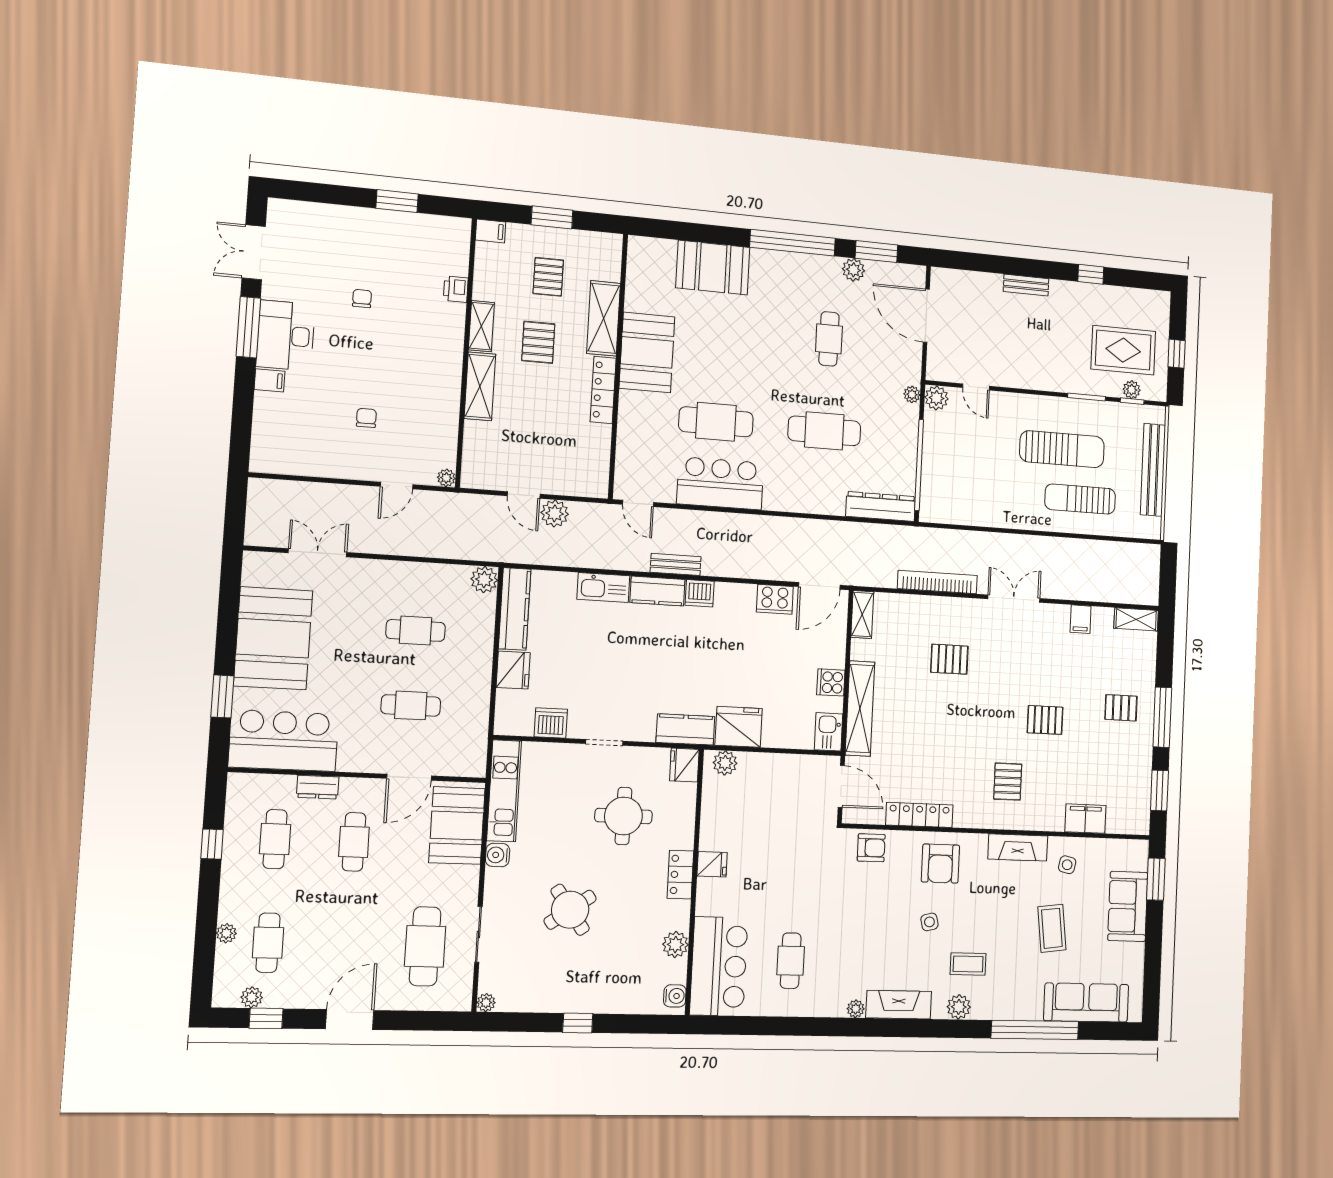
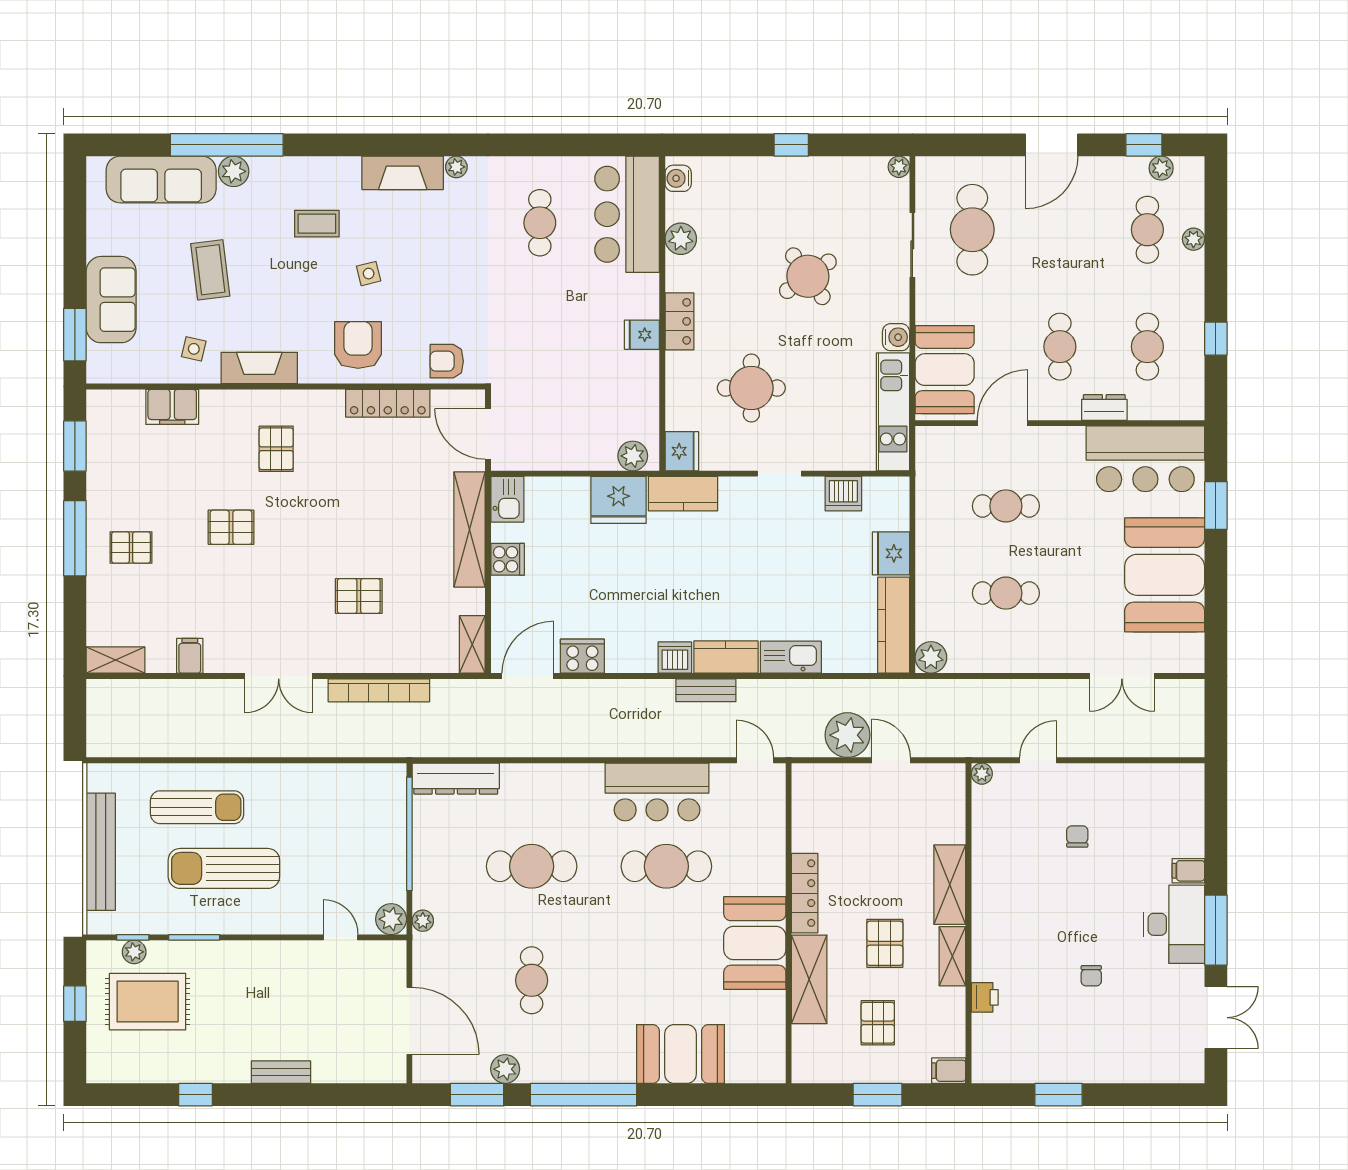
chair: (366, 418) -> (1077, 836), turned 180
plant: (555, 513) -> (847, 735), width x1.36, depth x1.36
plant: (959, 1007) -> (234, 171), moved

